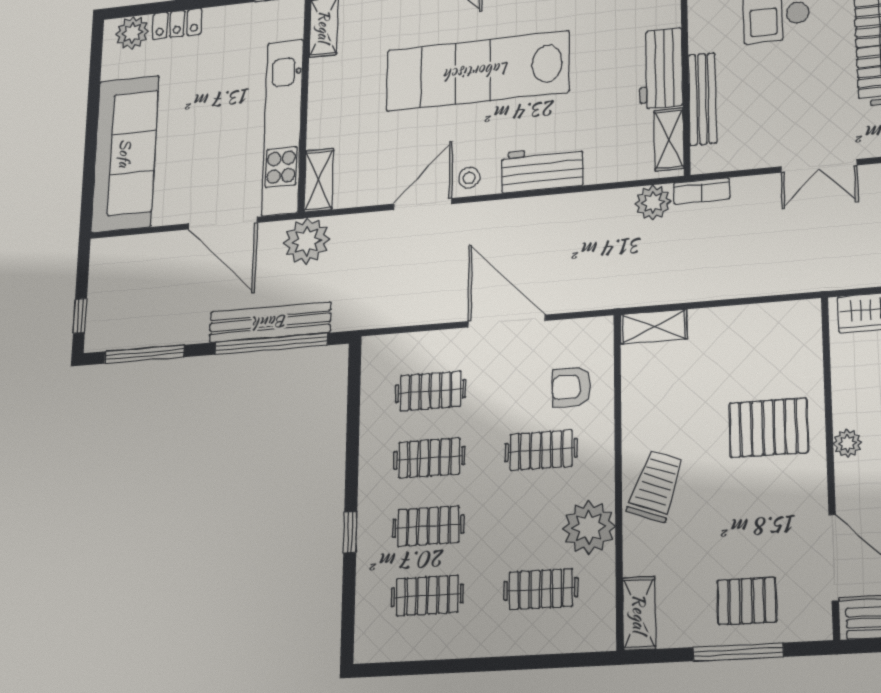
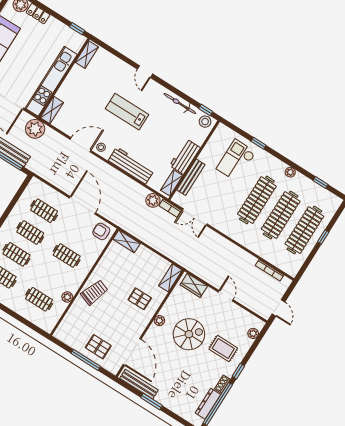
lab bench: (477, 71) -> (127, 112), width x0.54, depth x0.72
double door: (819, 166) -> (195, 217), moved
workbench: (542, 169) -> (131, 166), width x1.37
armchair: (571, 387) -> (101, 231), moved
pallet: (768, 428) -> (140, 299), width x0.67, depth x0.71
plant: (589, 527) -> (67, 297), width x0.53, depth x0.53
shelving: (639, 613) -> (170, 278), moved

